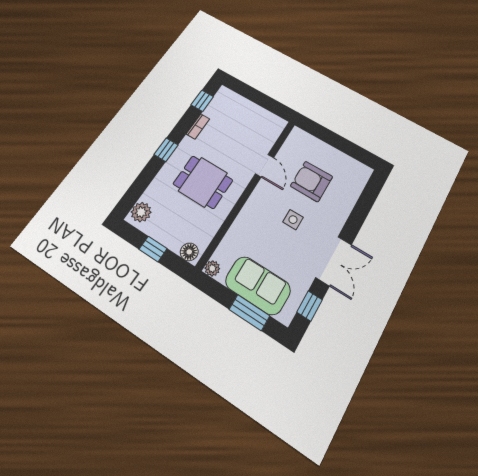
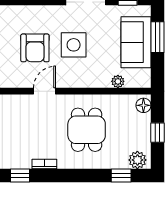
window: (166, 150) -> (121, 175), moved
side table: (293, 220) -> (74, 45), width x1.87, depth x1.87
plant: (212, 268) -> (118, 81), moved

